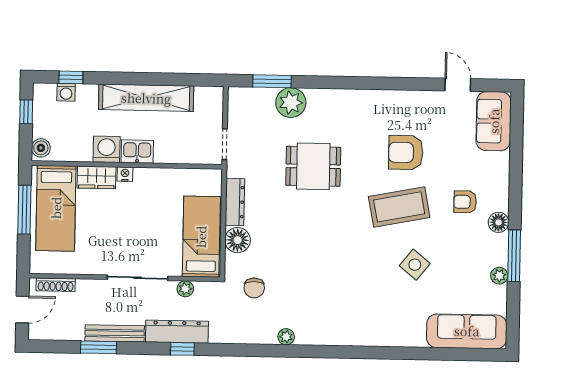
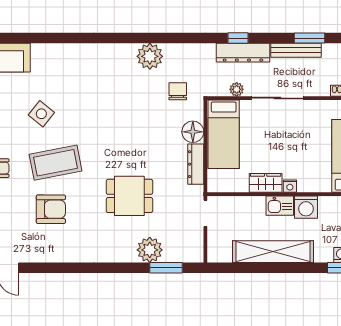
wardrobe: (96, 177) -> (266, 183), moved
plant: (286, 337) -> (150, 56), width x1.88, depth x1.88

